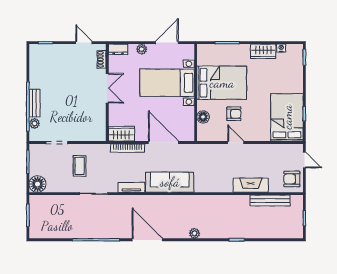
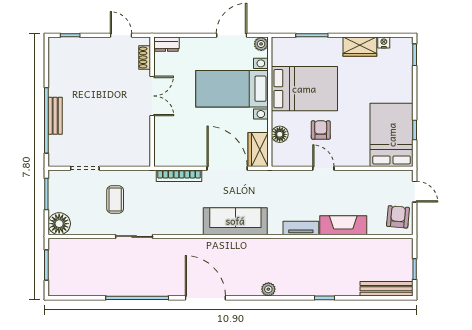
plant: (142, 49) -> (261, 44), moved
armchair: (234, 114) -> (321, 130), turned -90
plant: (34, 123) -> (55, 143), removed
wardrobe: (121, 134) -> (258, 149), moved, turned -90
armchair: (292, 179) -> (398, 217), turned 95
tv unit: (131, 187) -> (301, 228), moved
bench: (270, 201) -> (387, 289), moved

